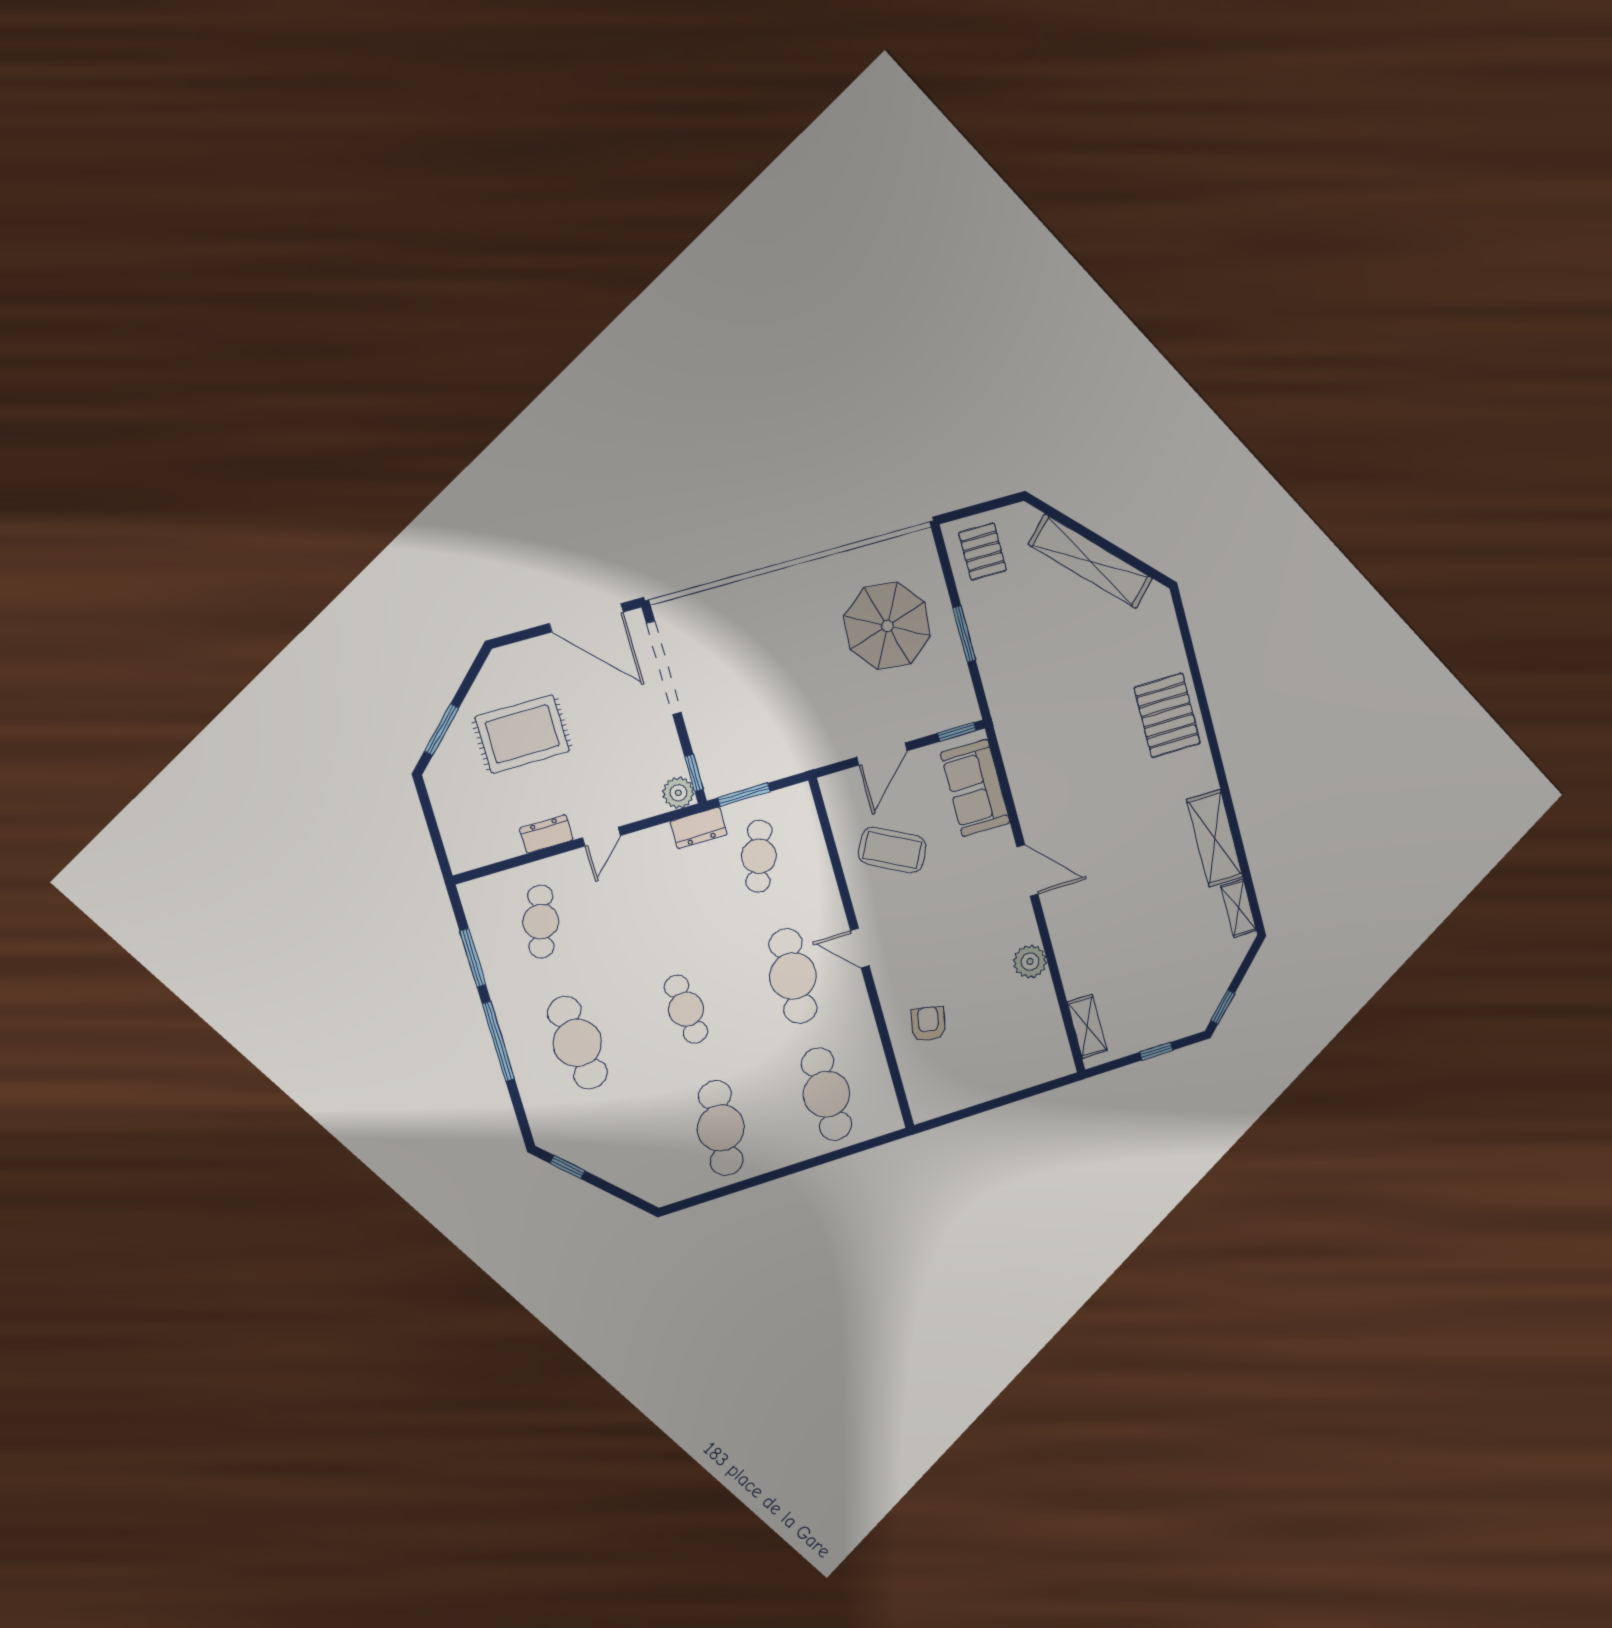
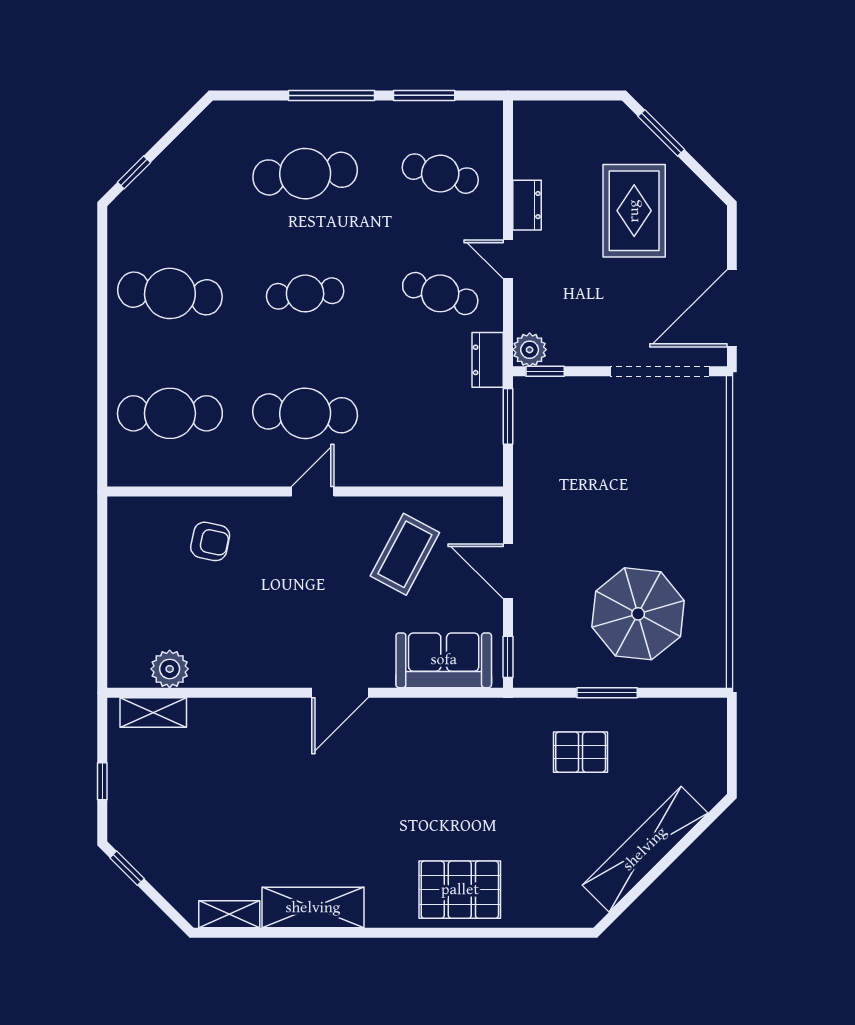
pallet: (983, 552) -> (581, 752), moved
cafe table: (759, 856) -> (440, 293), moved
plant: (1030, 962) -> (170, 669), moved
window: (567, 1167) -> (134, 172), moved

